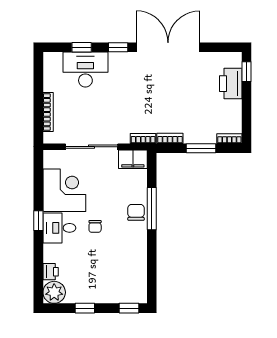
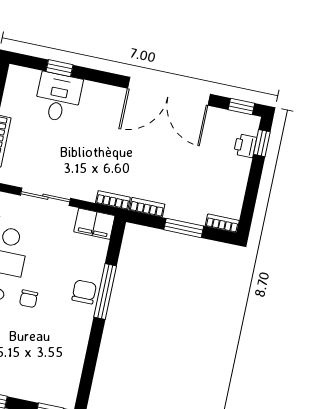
window: (118, 47) -> (241, 106), moved
double door: (168, 47) -> (169, 91), swing flipped
desk: (85, 70) -> (58, 97), width x0.73
printer: (231, 84) -> (245, 146), width x0.53, depth x0.68
sliding door: (92, 147) -> (45, 197), width x0.73

